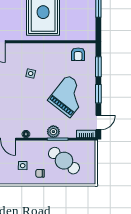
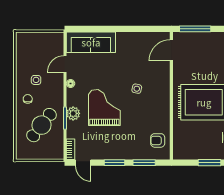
grand piano: (69, 96) -> (104, 108), moved, turned -128

